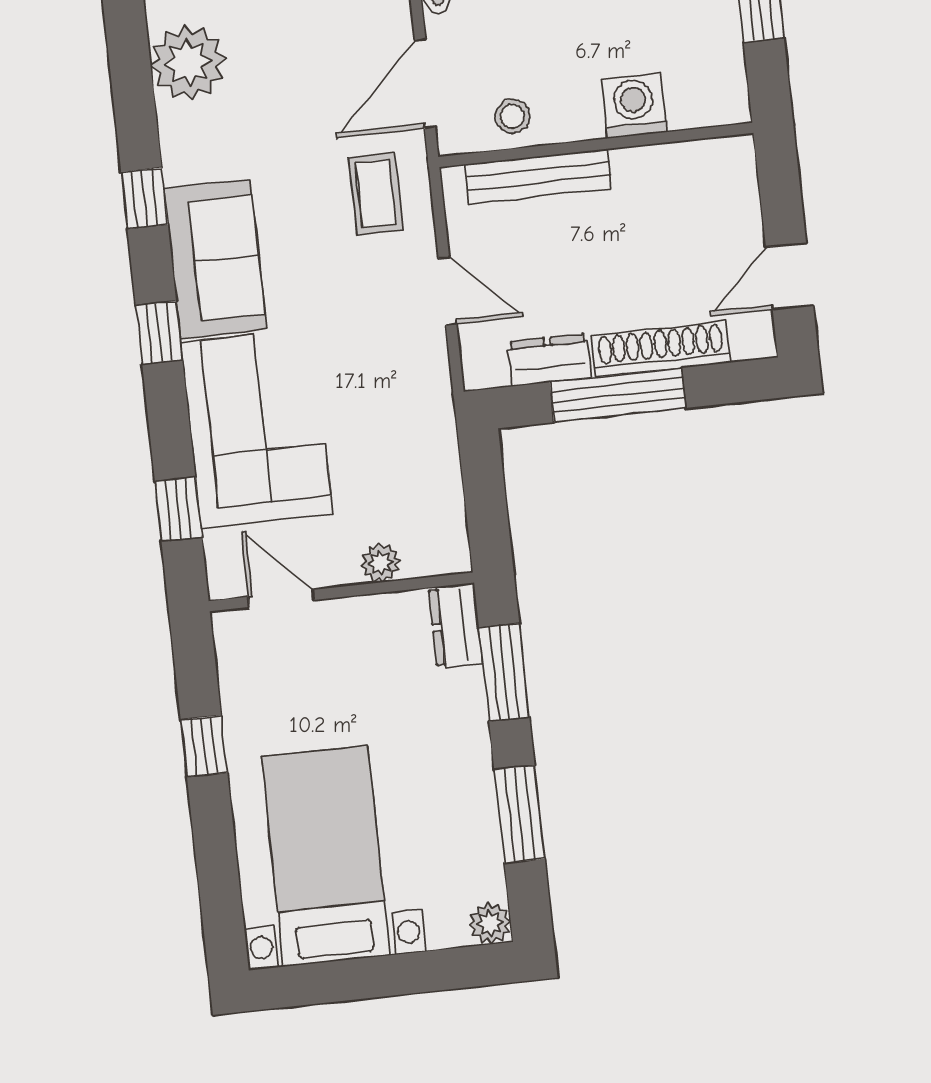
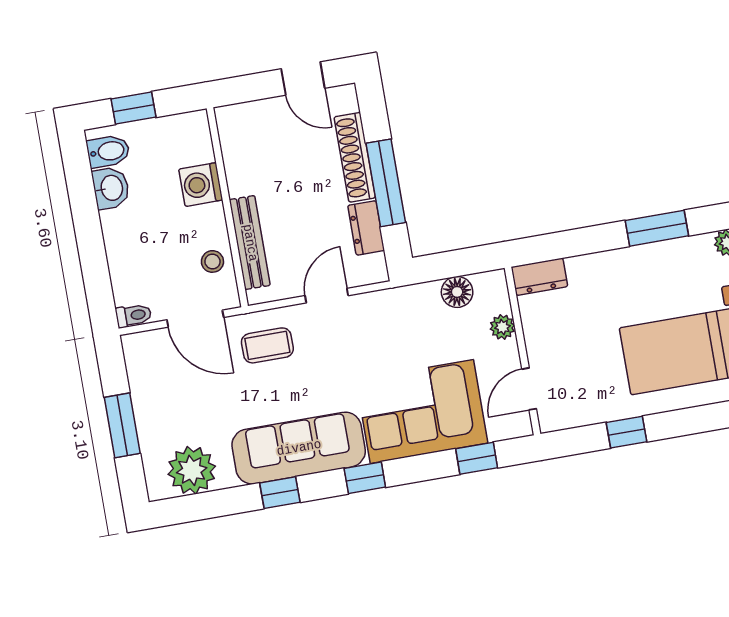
sofa: (215, 259) -> (299, 448), width x1.36
floor lamp: (440, 495) -> (457, 292), added
window: (504, 672) -> (567, 244), removed

